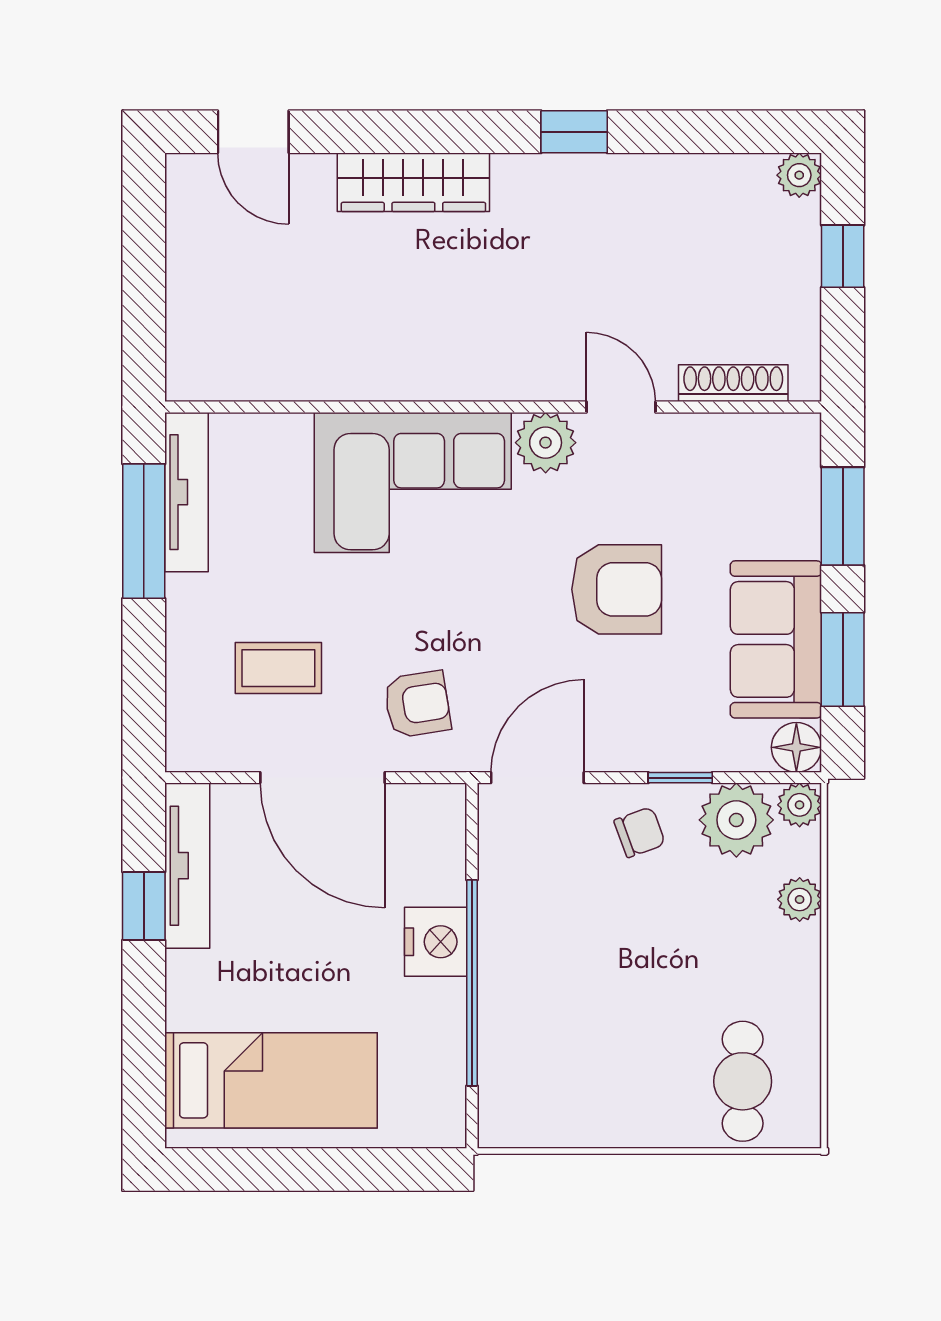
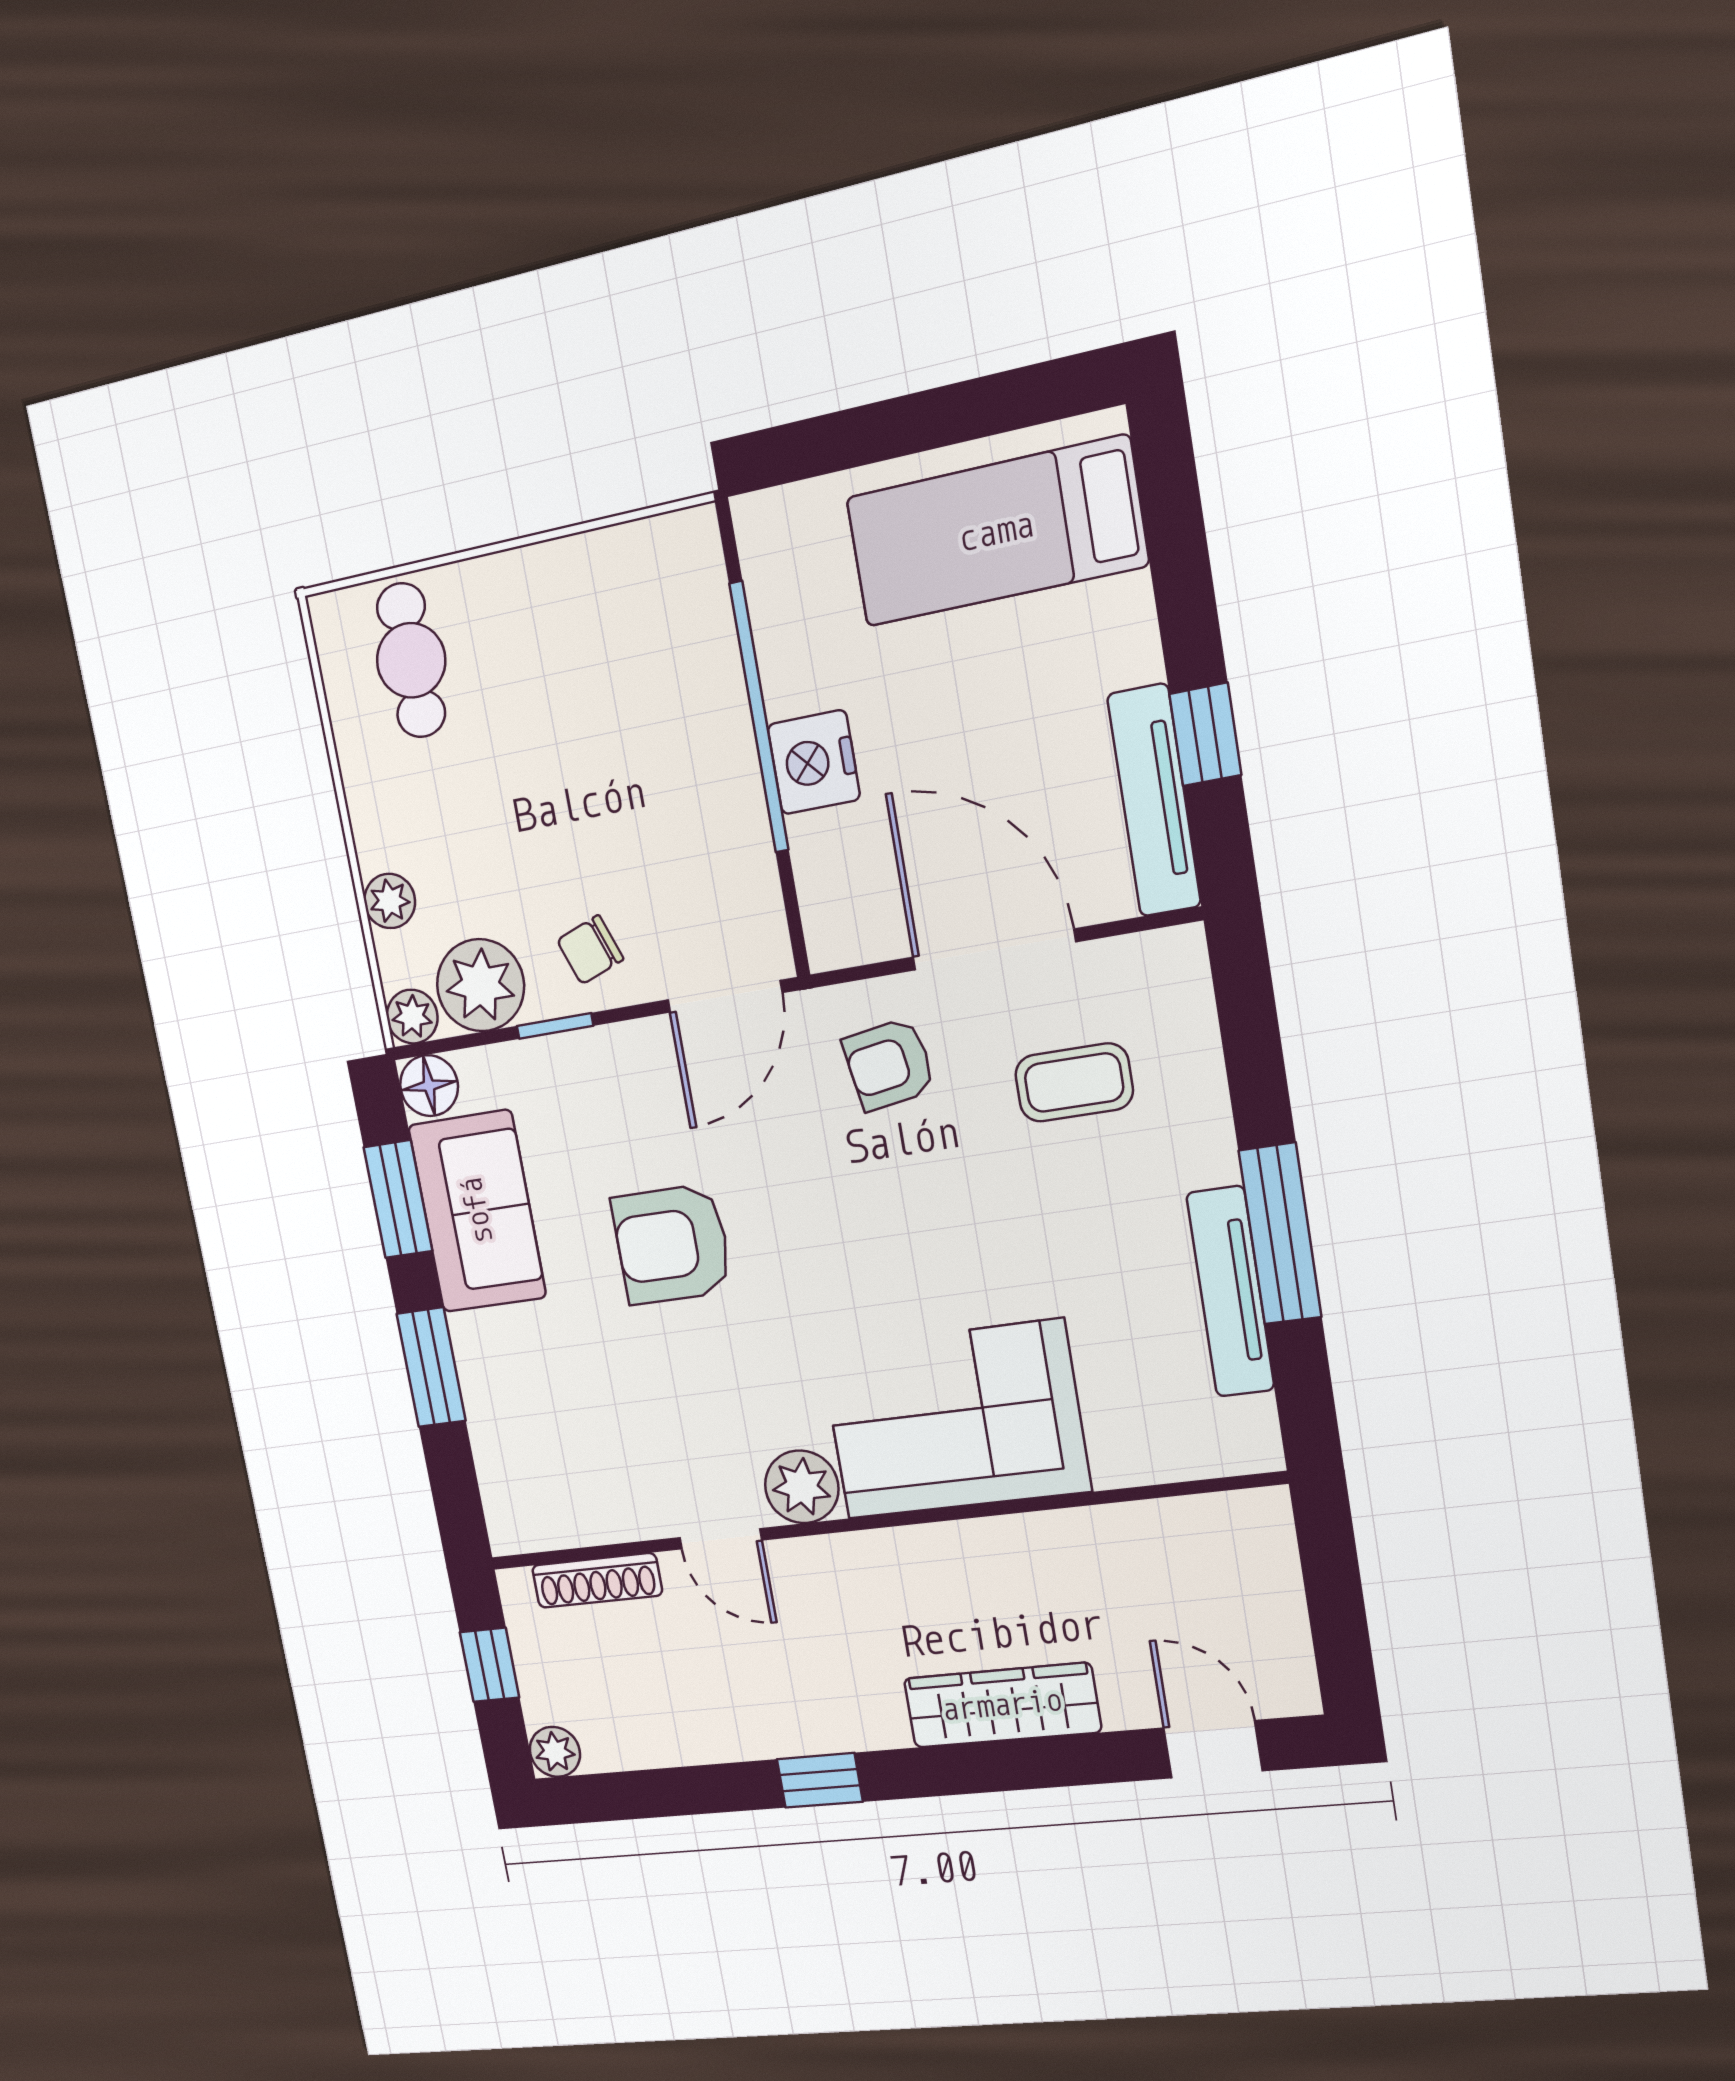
shoe rack: (733, 383) -> (597, 1580), moved
wall: (493, 407) -> (872, 1522), moved
door: (621, 407) -> (721, 1539), moved
plant: (546, 443) -> (802, 1487), moved
corner sofa: (413, 482) -> (955, 1420), moved

